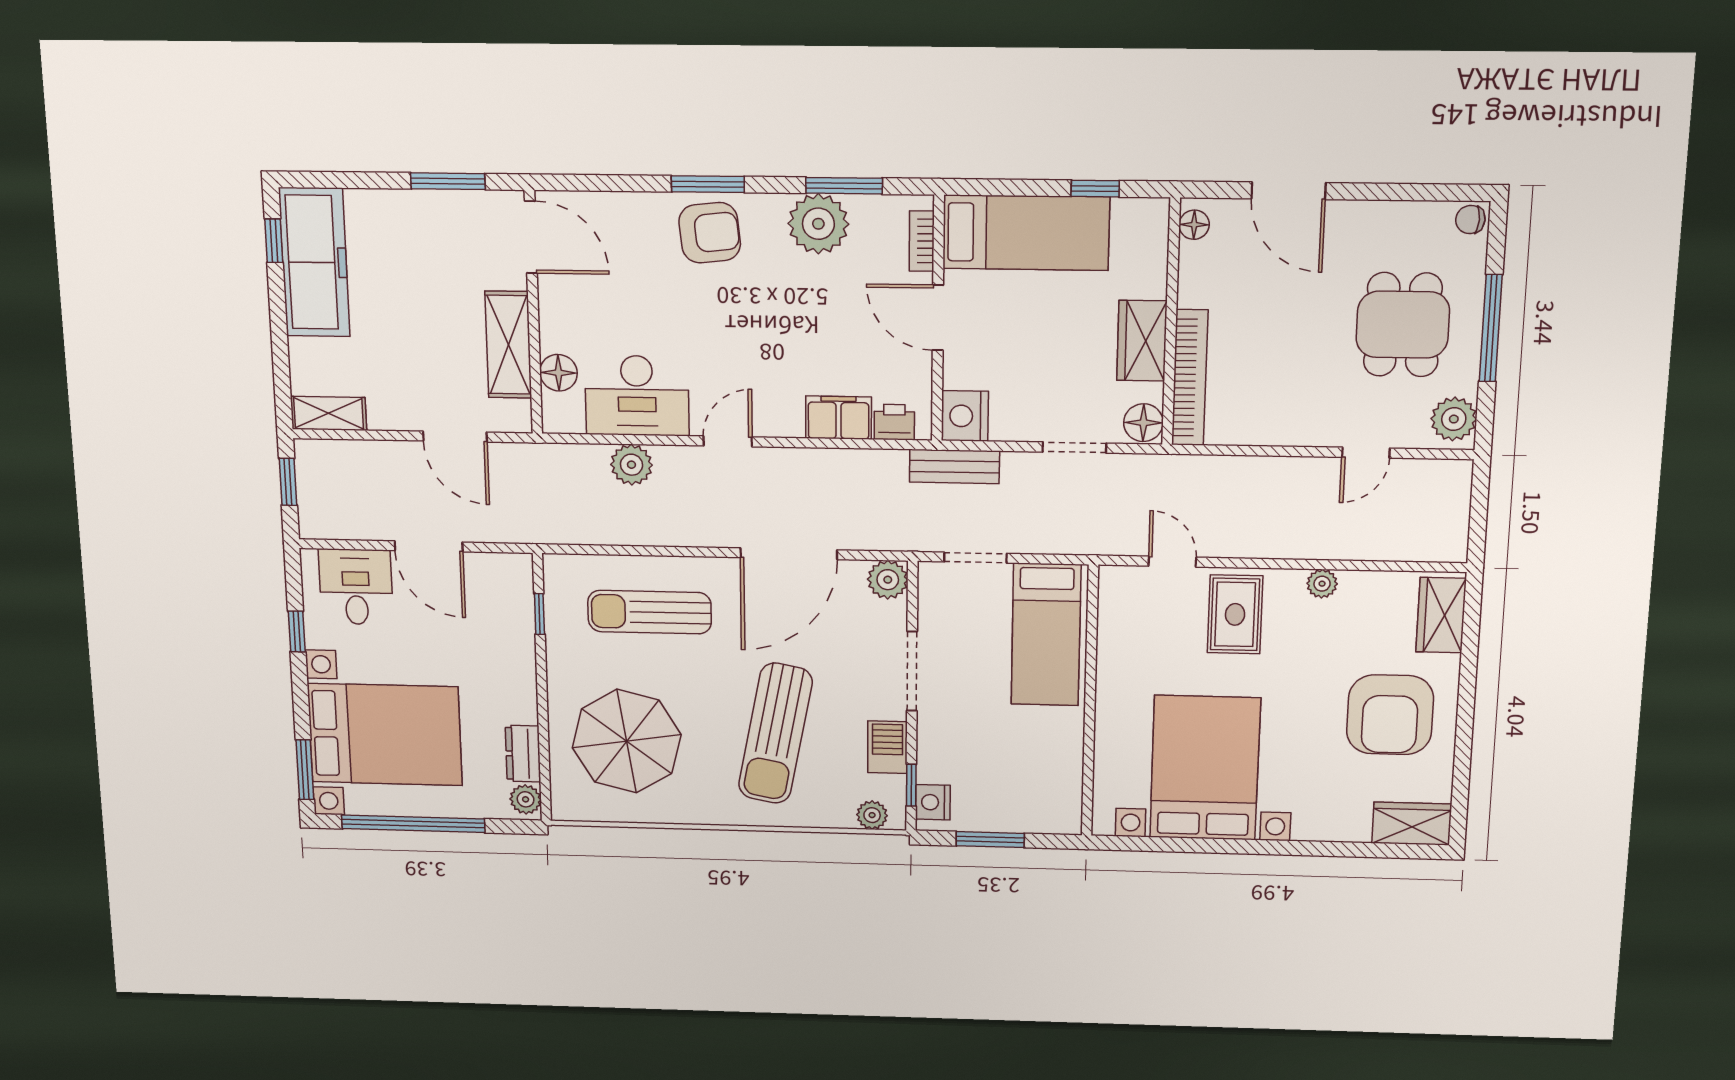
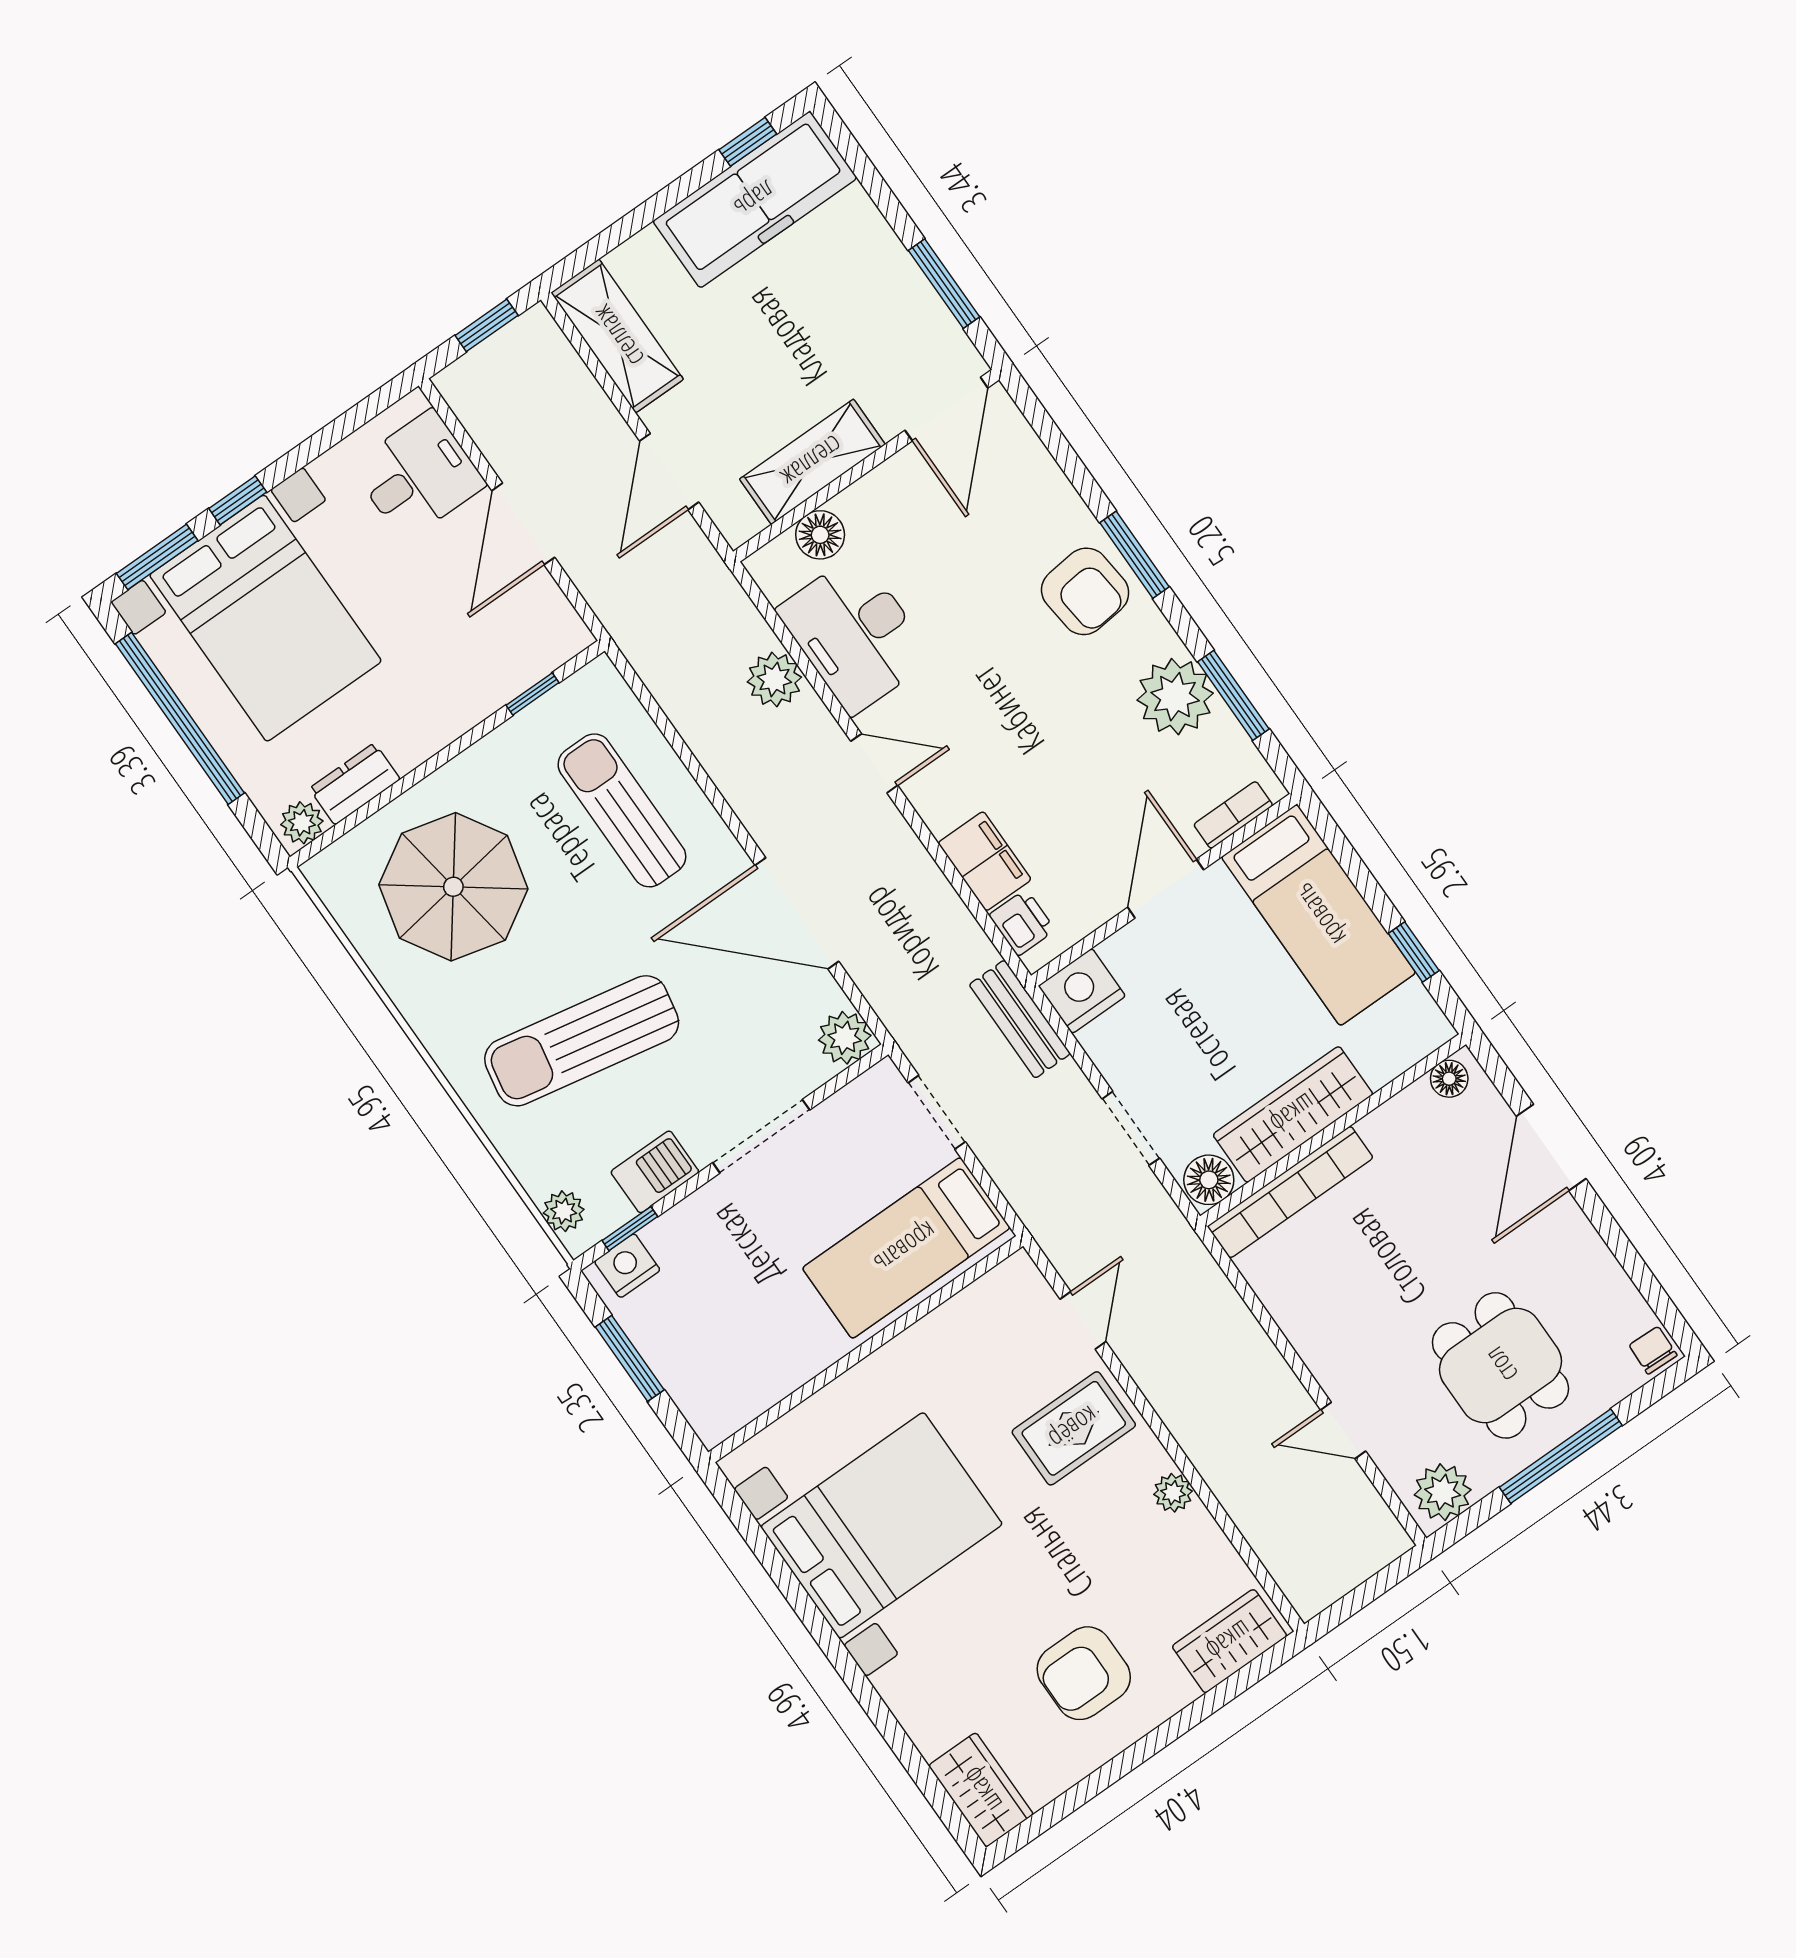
dining table: (1403, 325) -> (1500, 1365), turned 90
wardrobe: (1142, 341) -> (1293, 1114), width x1.50
shelving: (329, 413) -> (617, 336), width x1.50, depth x1.33
window: (297, 631) -> (238, 500), moved
armchair: (1390, 715) -> (1084, 1673), width x0.73, depth x0.73

